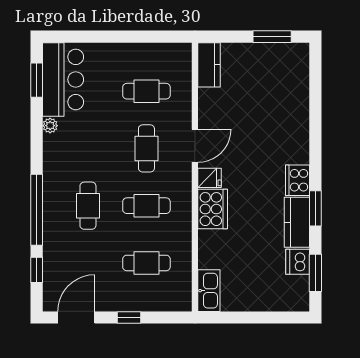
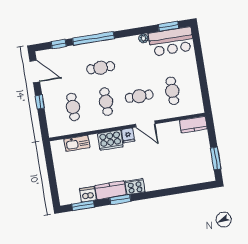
kitchen sink: (209, 291) -> (77, 143), moved

